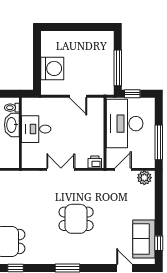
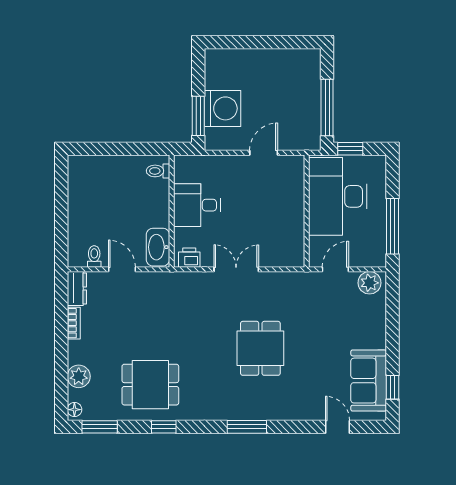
window: (37, 73) -> (198, 116), added
door: (78, 96) -> (264, 153), swing flipped
washbasin: (12, 125) -> (158, 247), moved
printer: (95, 162) -> (189, 258), moved
dining table: (76, 219) -> (260, 348), turned 90

